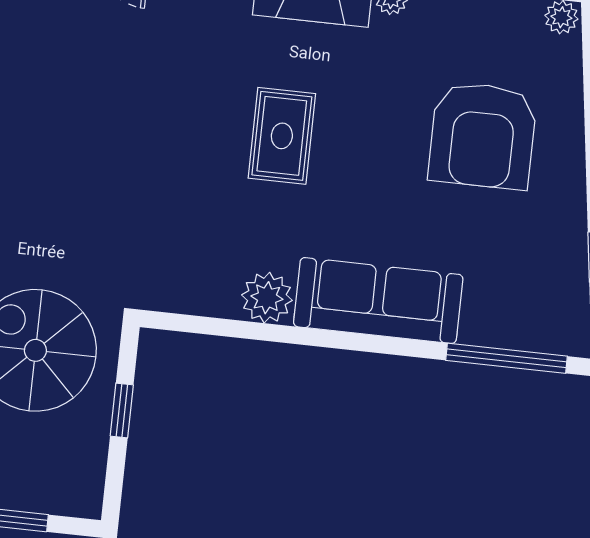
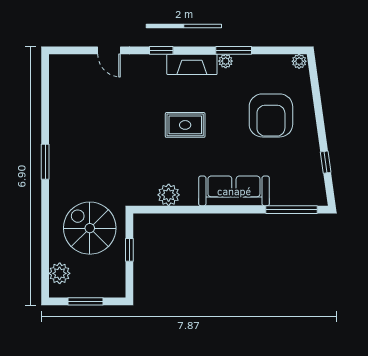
rug: (282, 136) -> (185, 125), turned 90
plant: (267, 298) -> (169, 195), moved

